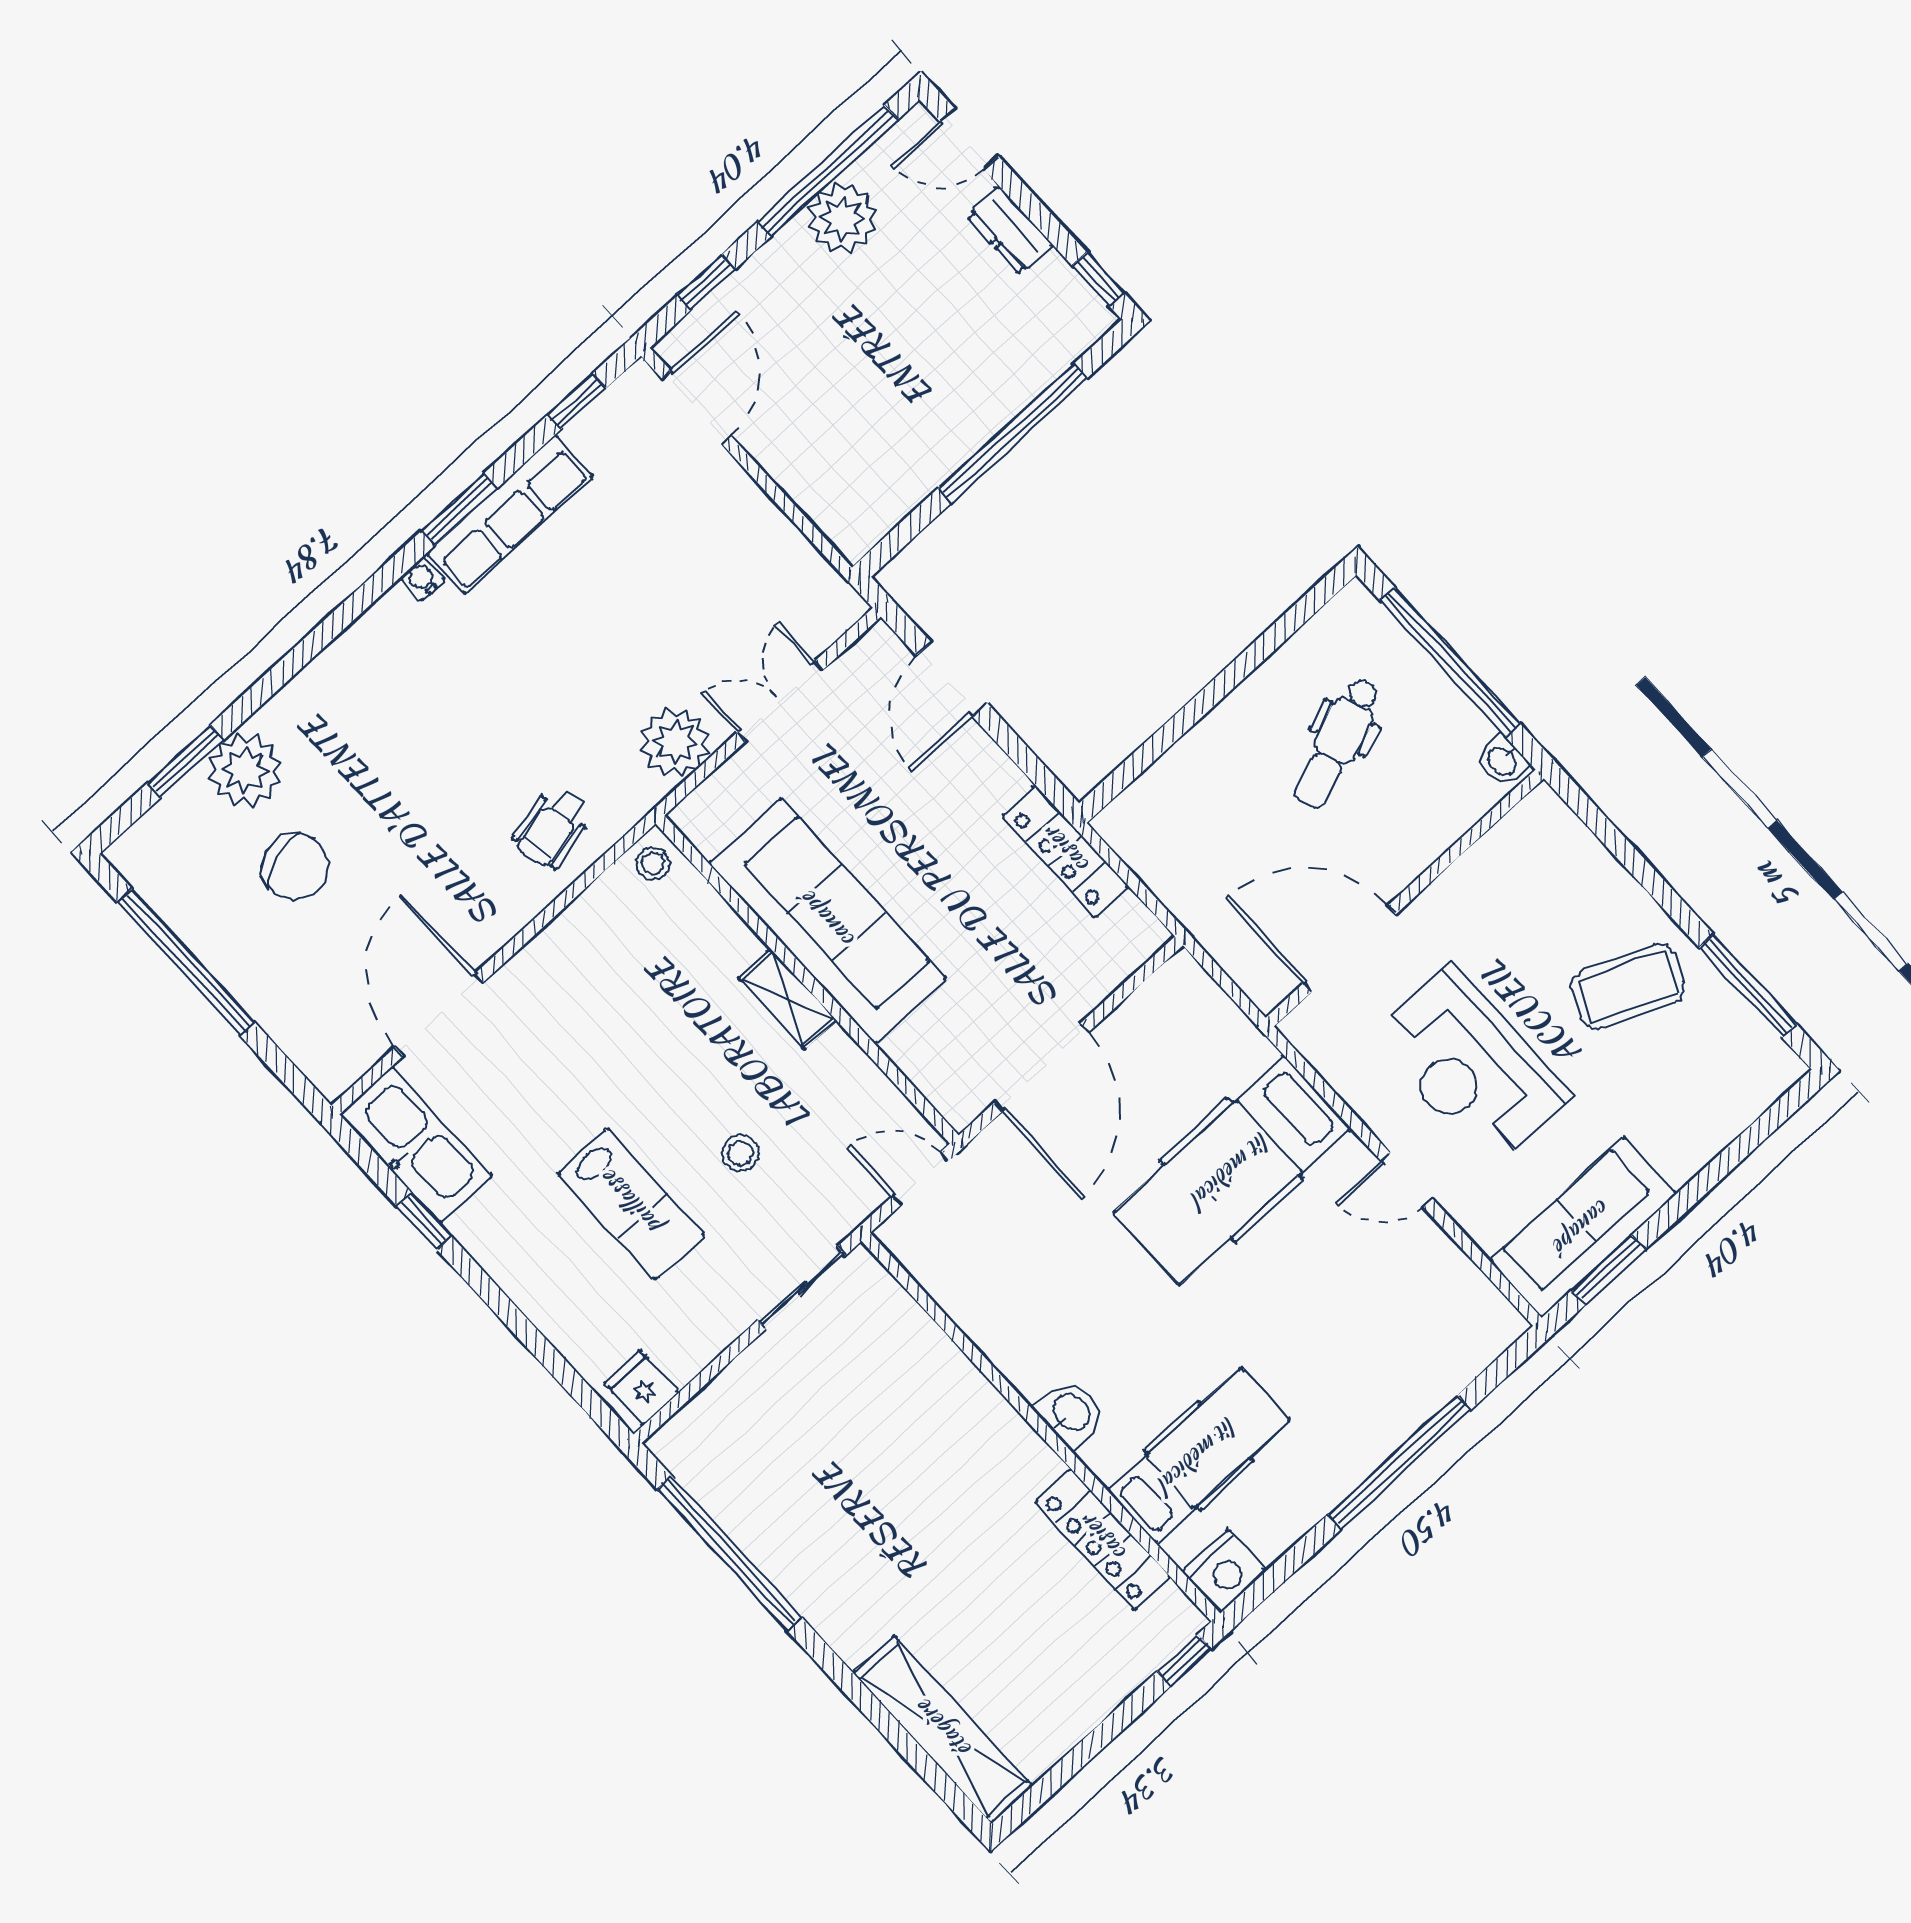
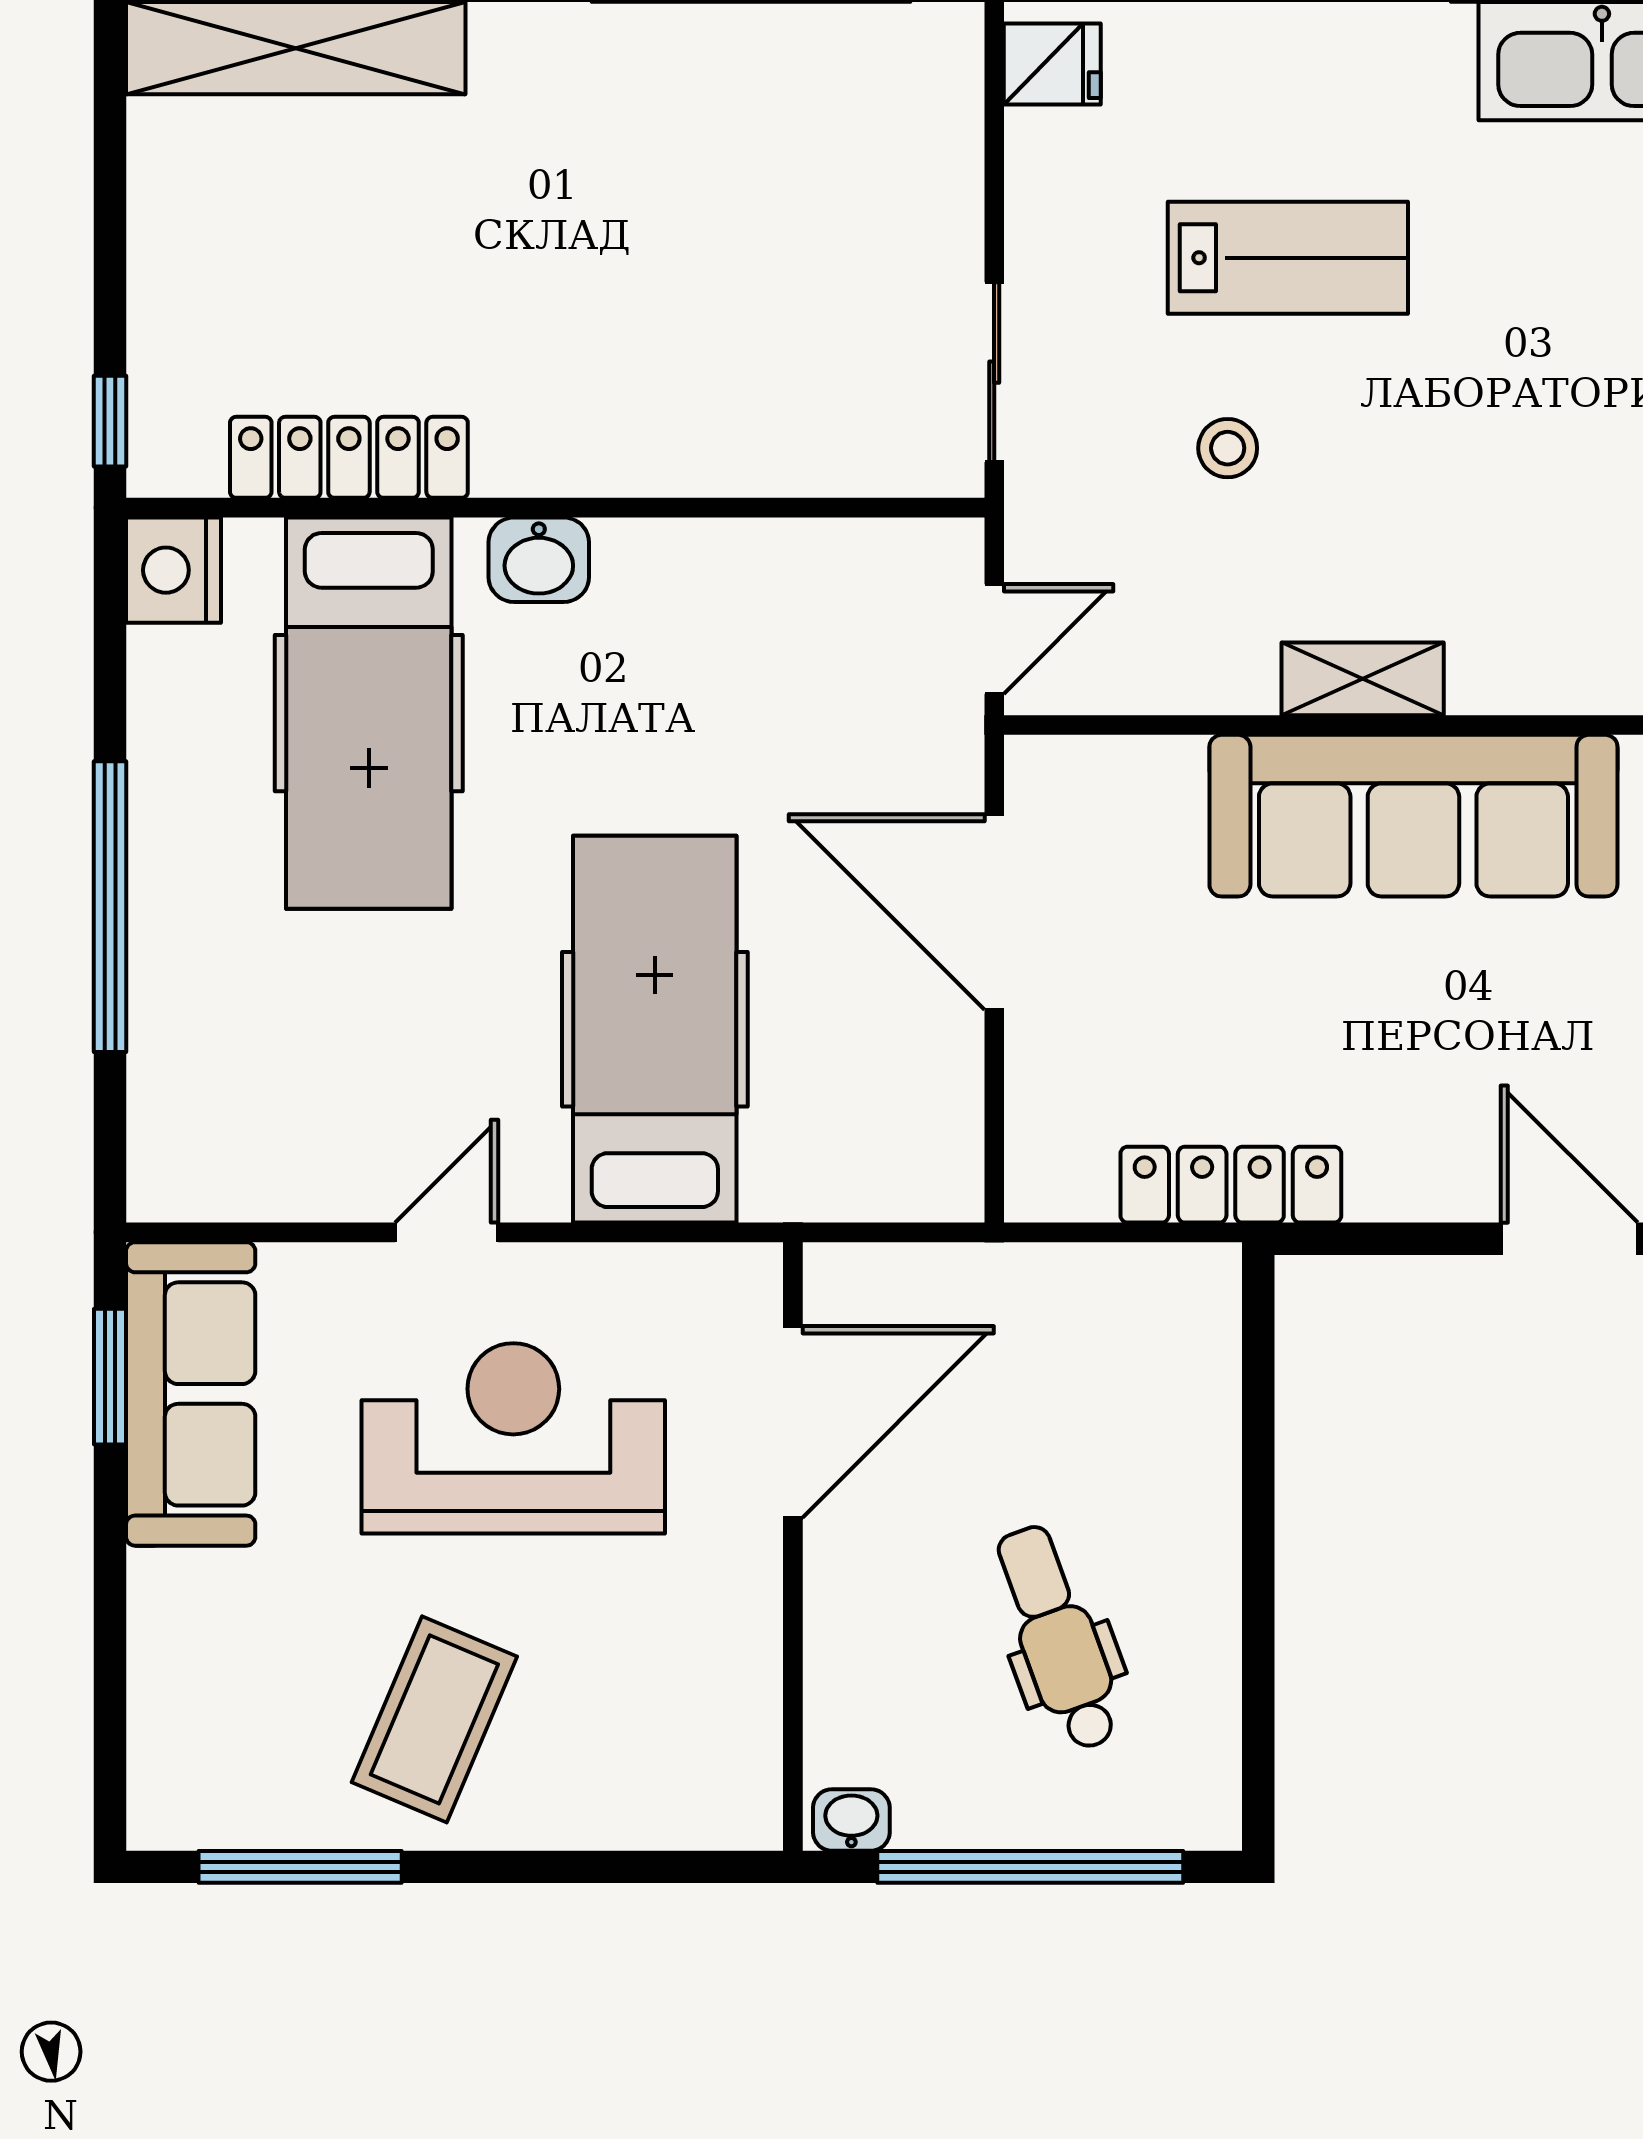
lab bench: (631, 1204) -> (1288, 258), turned 180
hospital bed: (1199, 1455) -> (369, 713), width x1.37, depth x1.29

